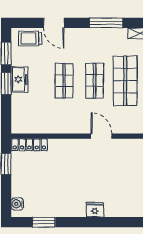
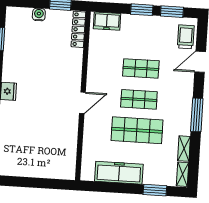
freezer: (20, 79) -> (107, 21), moved
water cooler: (17, 204) -> (39, 15), moved

